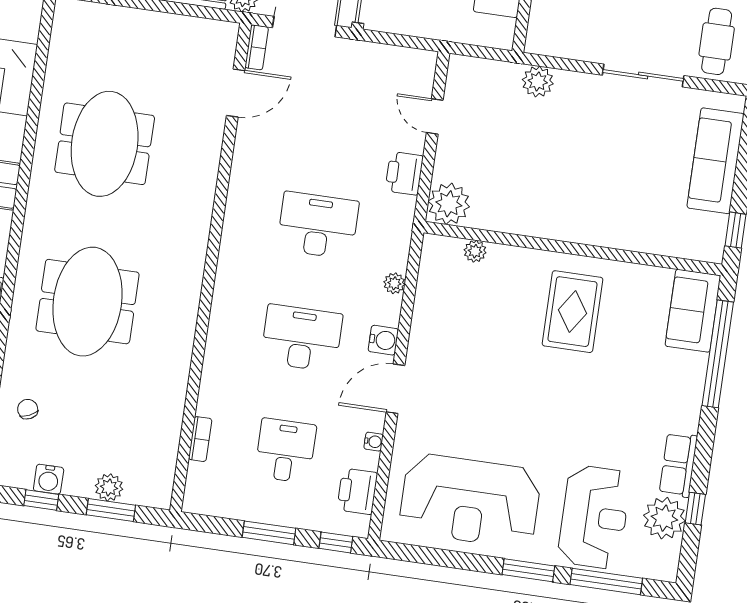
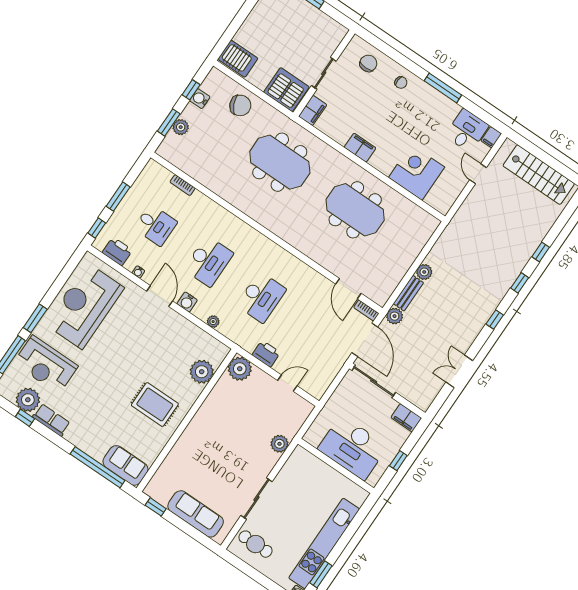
plant: (475, 251) -> (202, 372), width x1.87, depth x1.87
chair: (28, 409) -> (240, 105), width x1.87, depth x1.87

